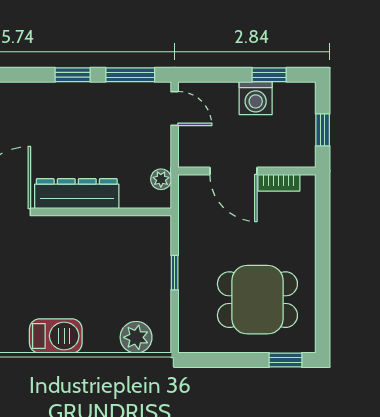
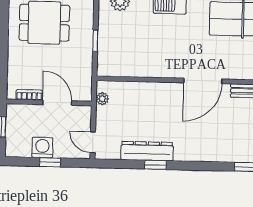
window: (130, 75) -> (120, 164), removed
window: (269, 75) -> (50, 162), moved
dresser: (77, 194) -> (147, 151), moved, turned 180

